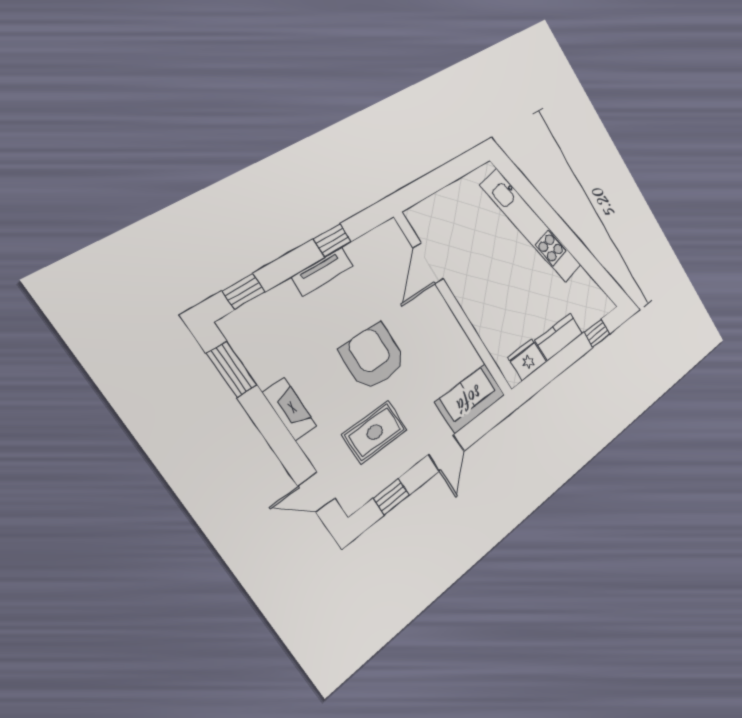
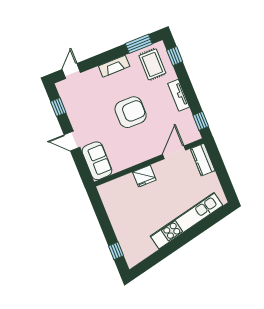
window: (332, 240) -> (201, 121), moved
door: (428, 263) -> (174, 152), hinge flipped
kitchen counter: (559, 337) -> (203, 160), moved, turned 180
fridge: (527, 360) -> (144, 176), moved, turned 90
rug: (375, 432) -> (152, 64), moved

